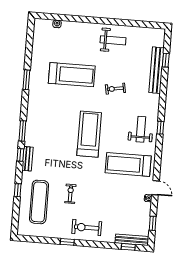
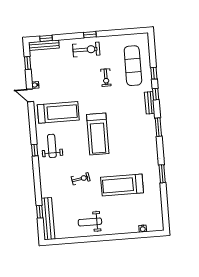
bench: (156, 70) -> (48, 219), moved
weight bench: (141, 129) -> (52, 146), turned 180
window: (20, 155) -> (156, 94), moved
window: (67, 242) -> (90, 35), moved

